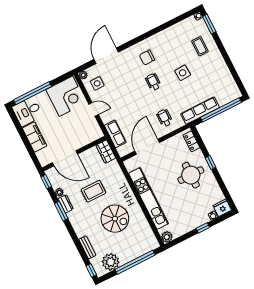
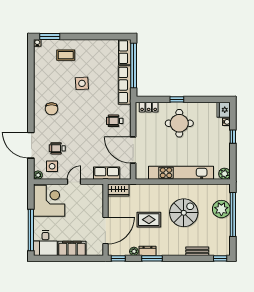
wheelchair: (153, 82) -> (57, 148), moved
row of seats: (229, 96) -> (125, 52), added
rug: (93, 191) -> (149, 220), turned 90
plant: (111, 262) -> (221, 209), moved

